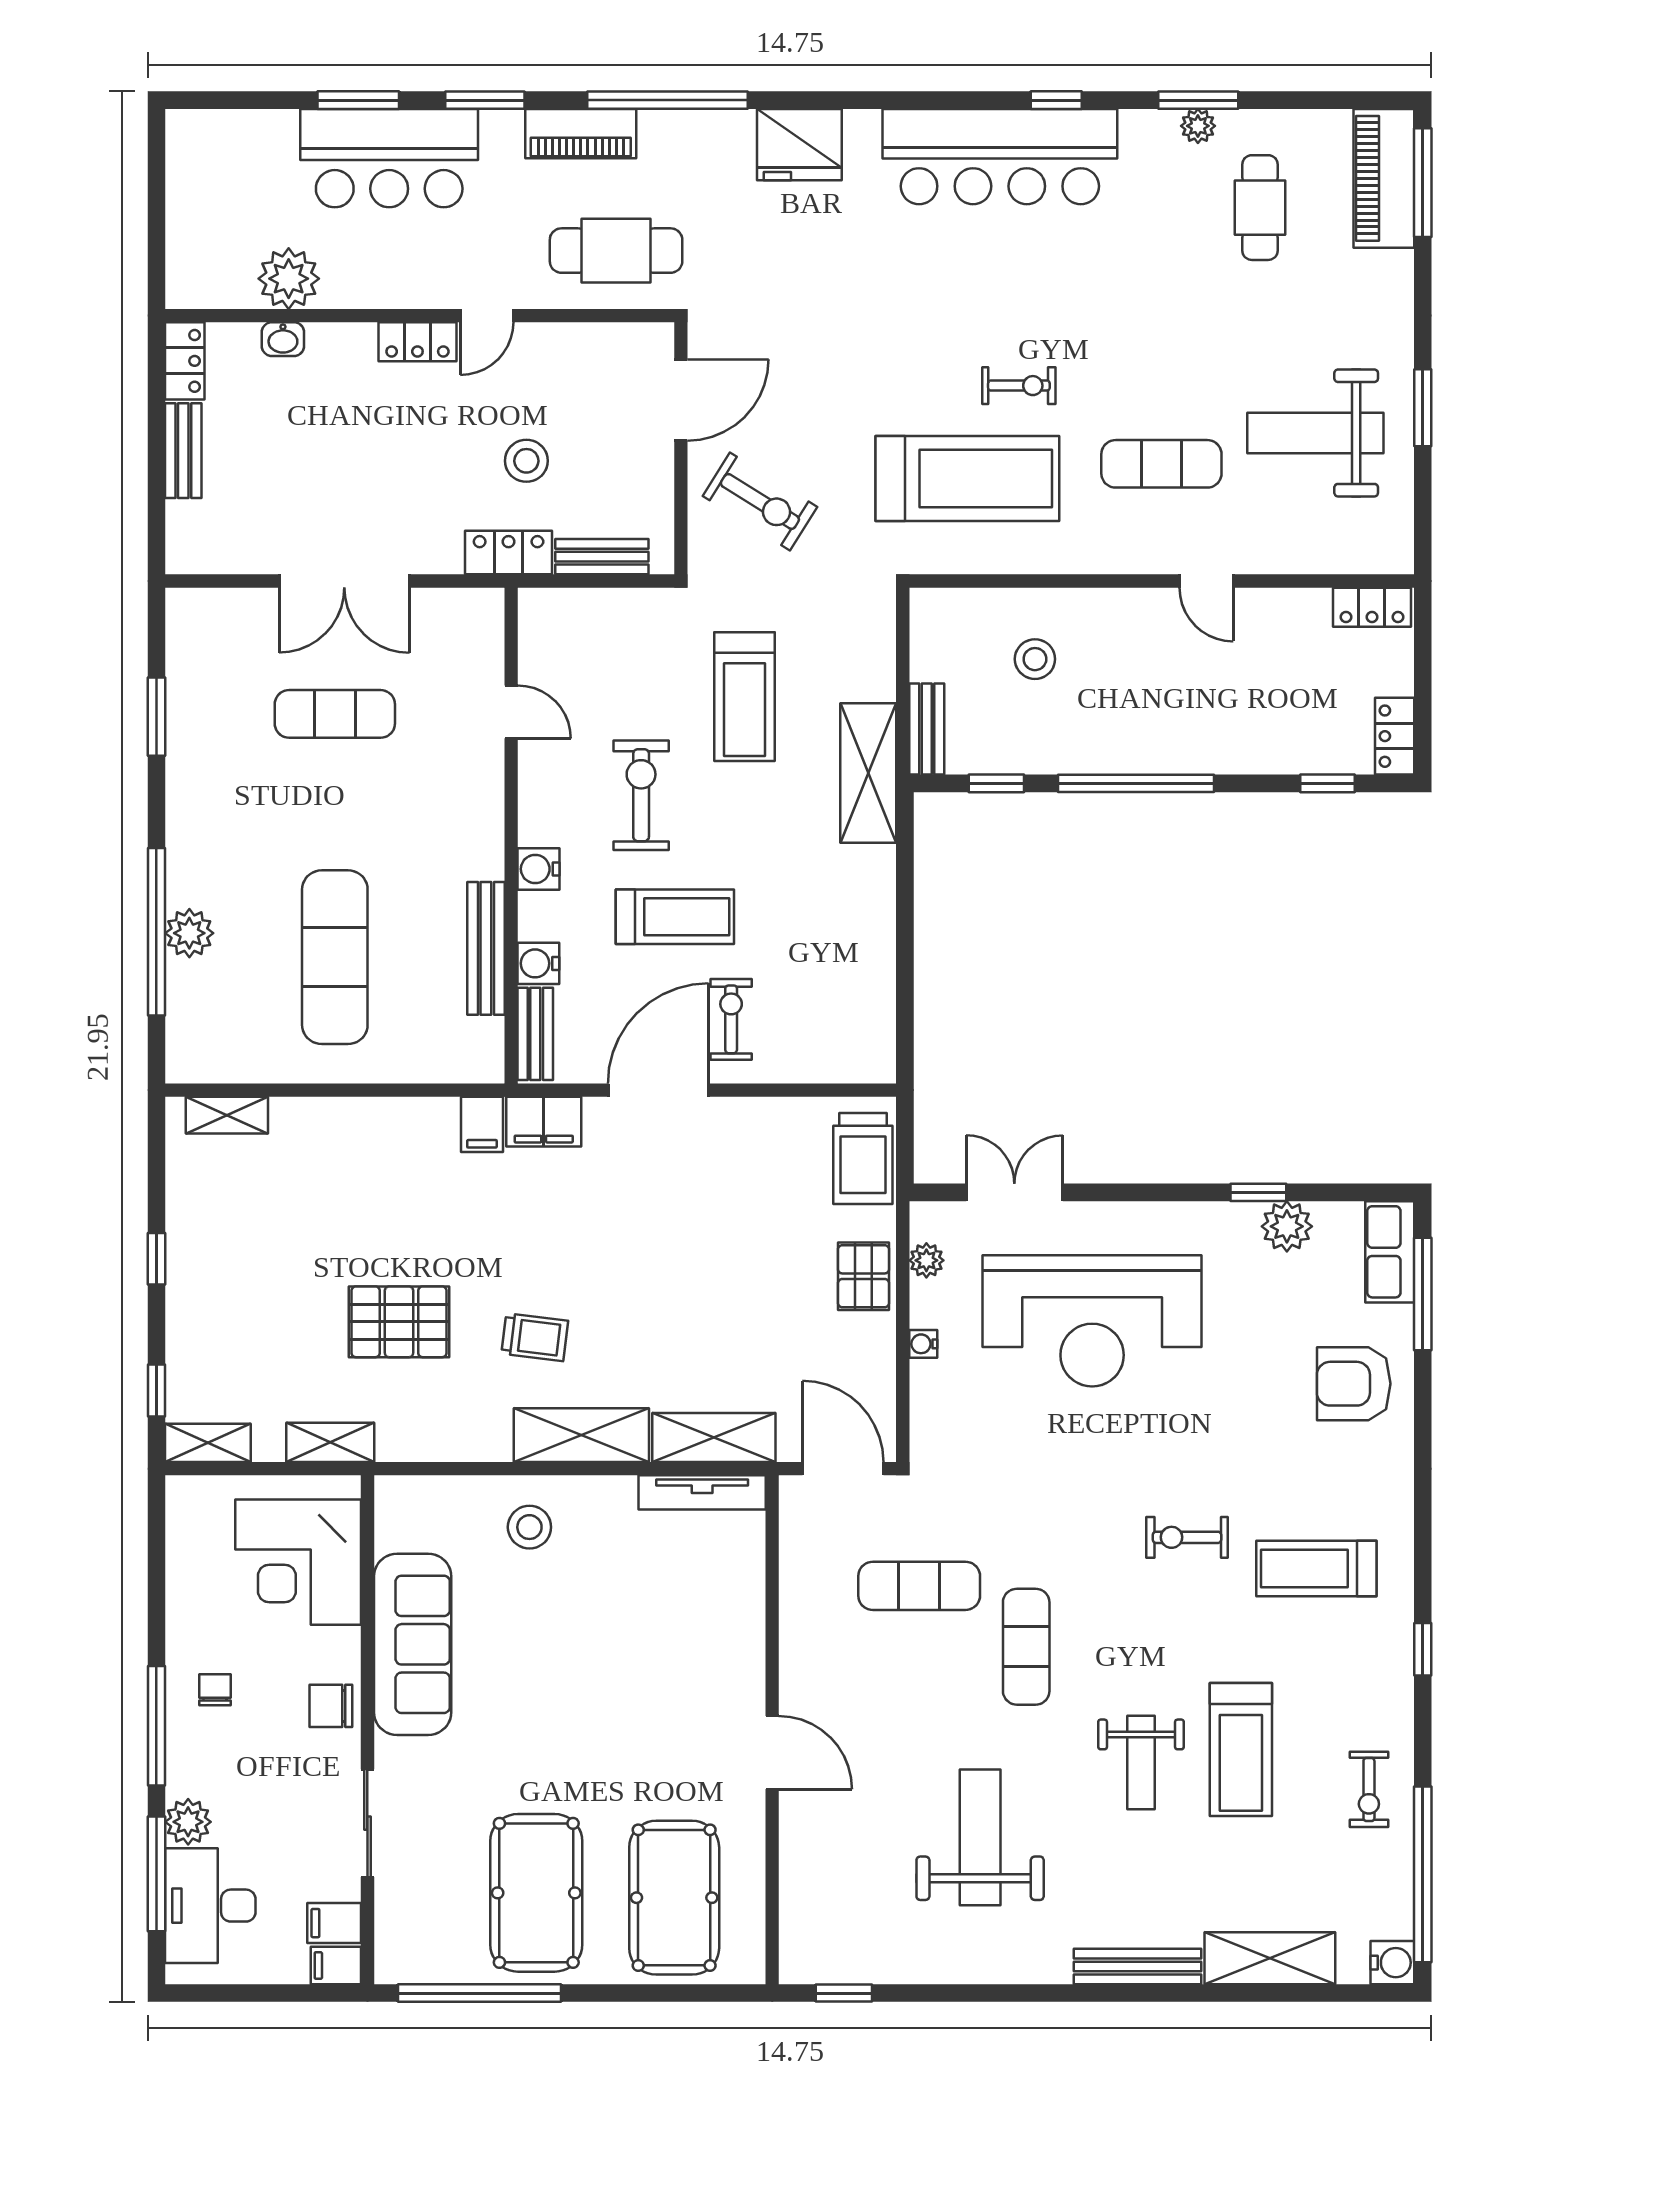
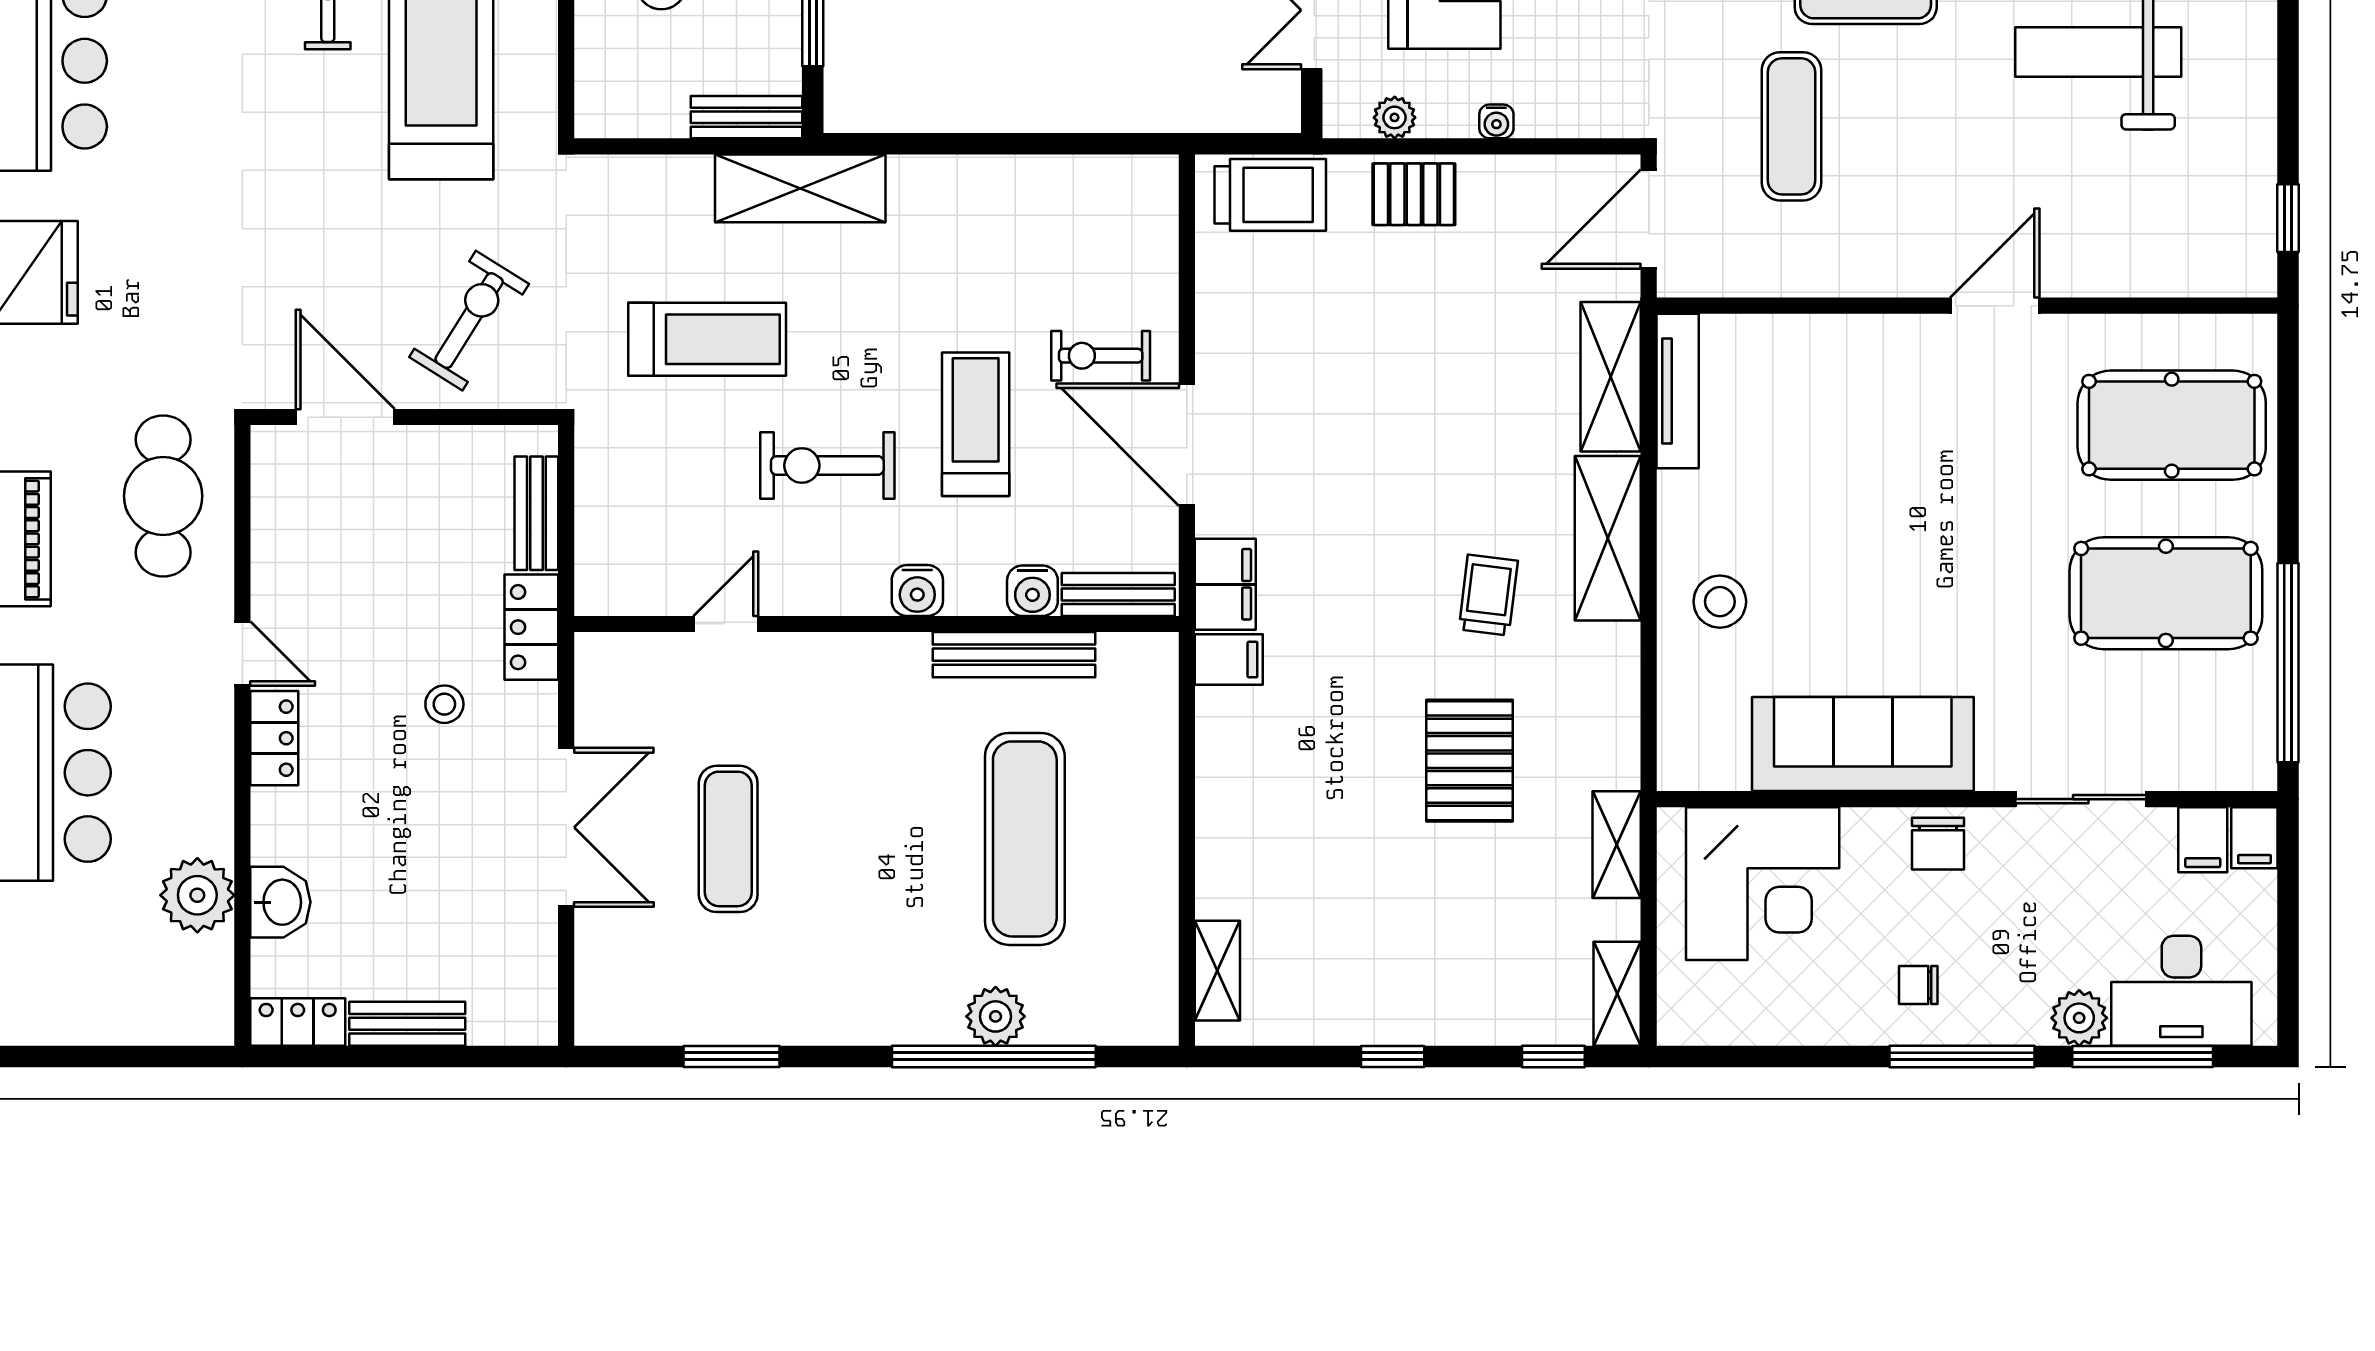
washbasin: (283, 339) -> (280, 902), width x1.38, depth x1.45
stool: (526, 461) -> (444, 704), moved, width x0.73, depth x0.73
exercise mat: (335, 957) -> (1025, 839), turned 90

